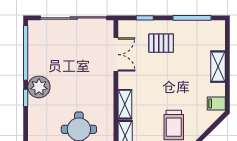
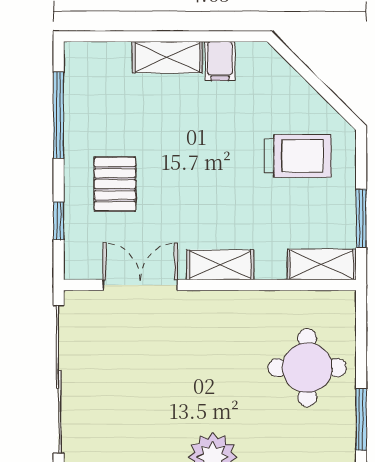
filing cabinet: (216, 103) -> (220, 61), moved
shelving: (125, 104) -> (220, 265), moved

